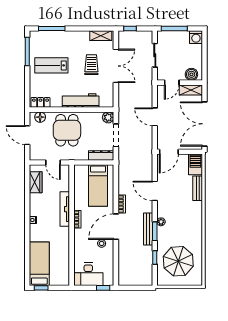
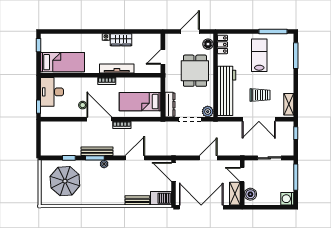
workbench: (81, 101) -> (227, 91), width x1.36, depth x1.32
dining table: (67, 130) -> (195, 71), turned 90
wardrobe: (36, 182) -> (121, 40), moved
bed: (39, 264) -> (63, 62), moved

